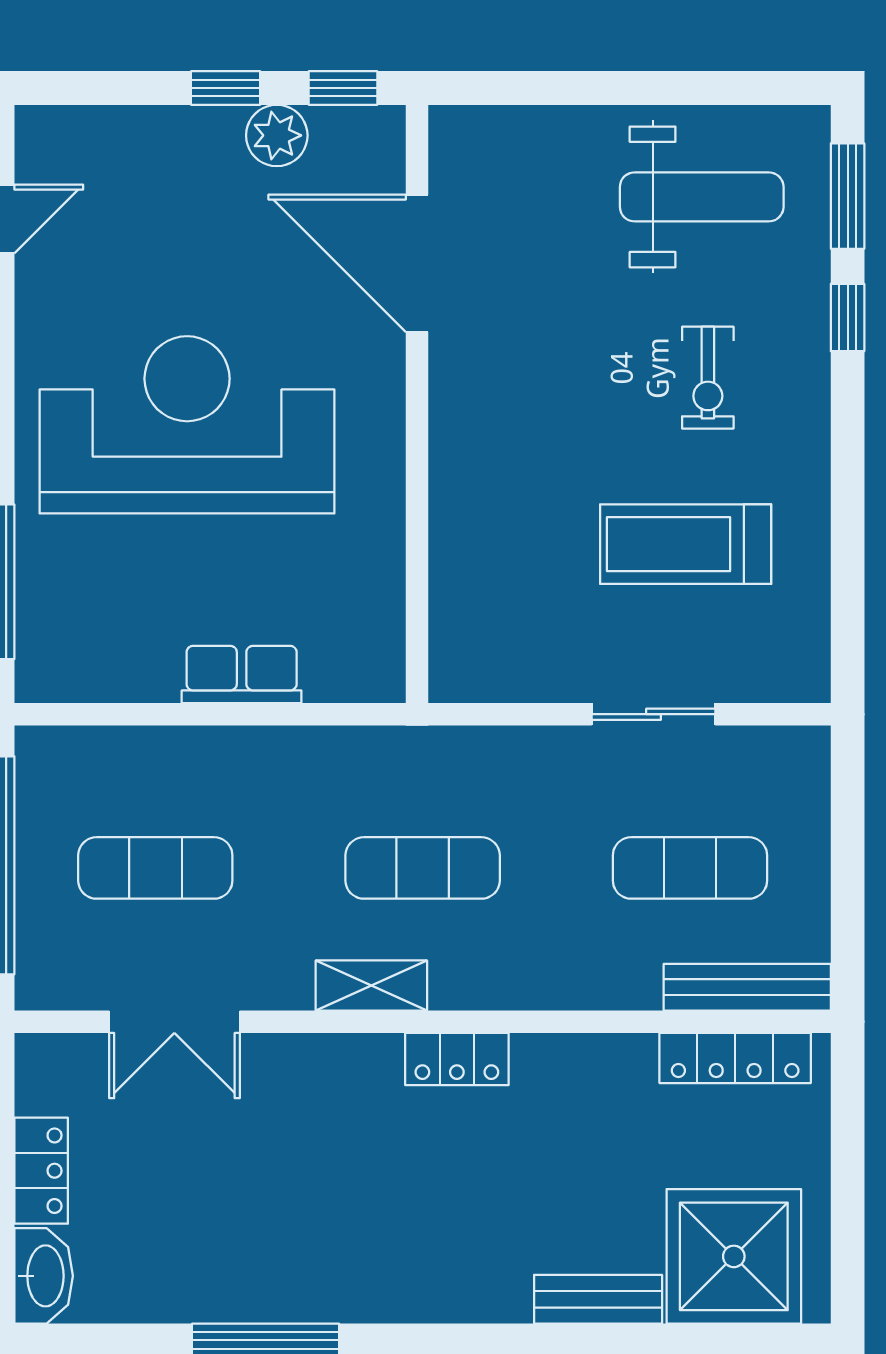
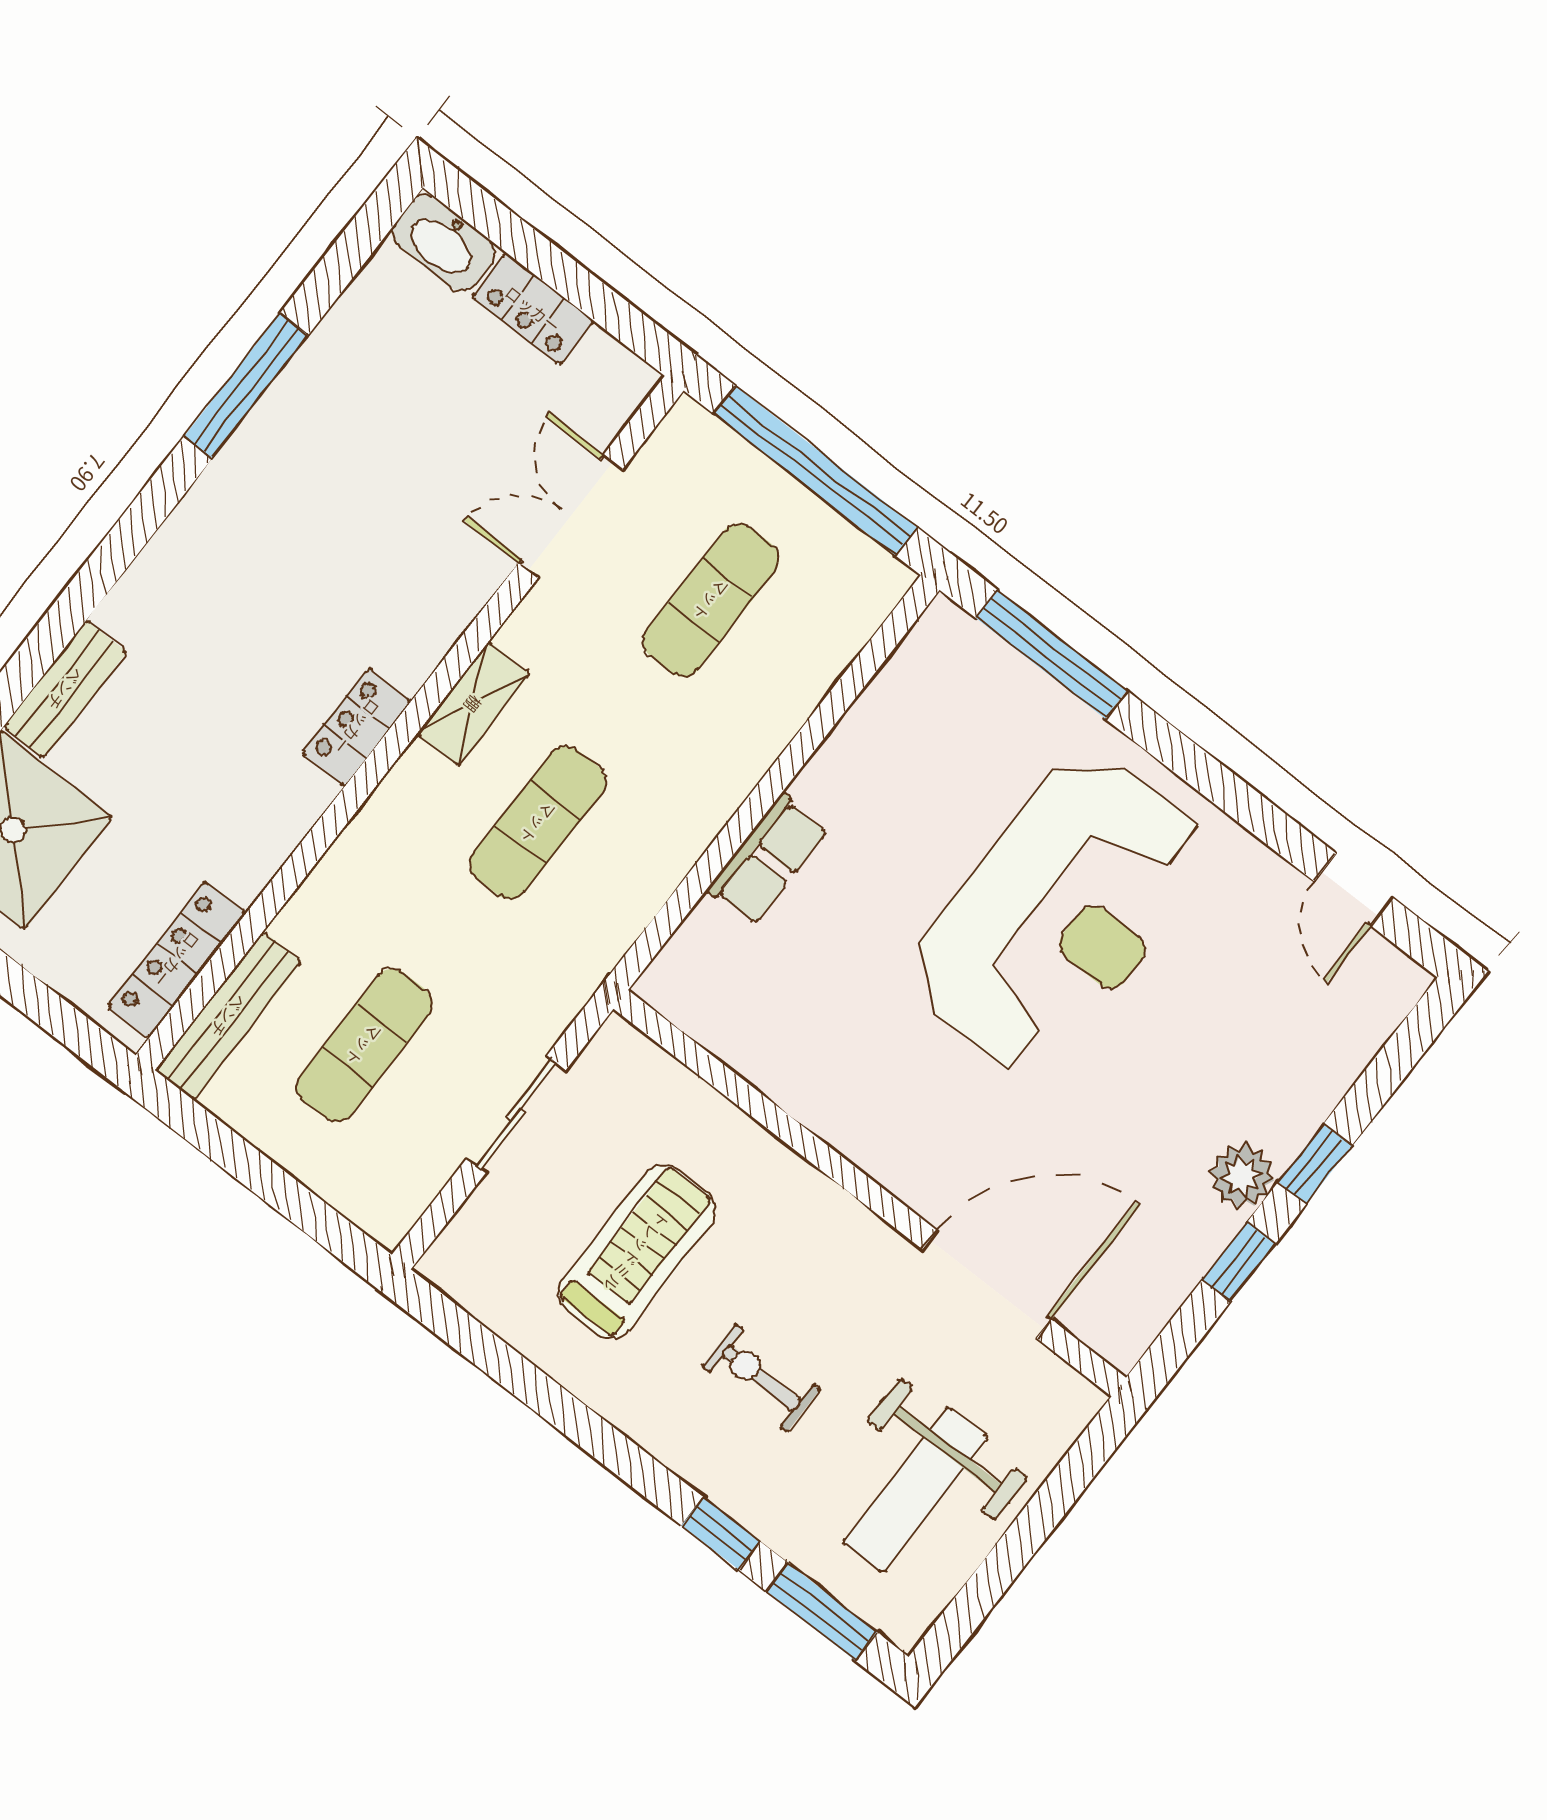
door: (417, 263) -> (987, 1284), moved
wall: (417, 404) -> (870, 1193), moved
row of seats: (242, 674) -> (768, 860), moved

